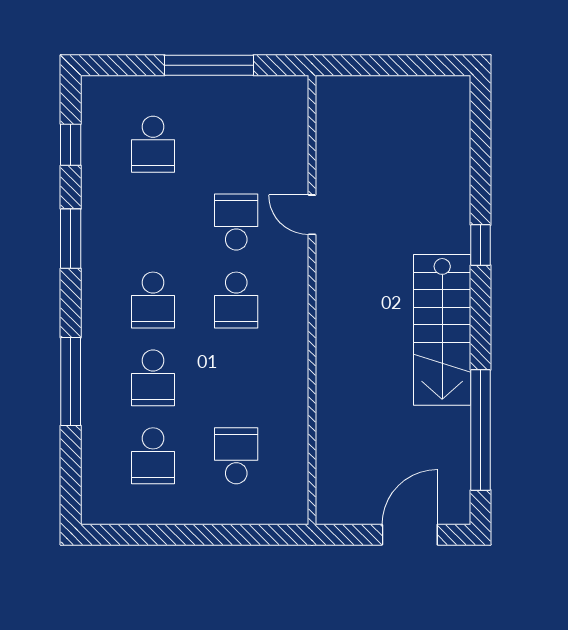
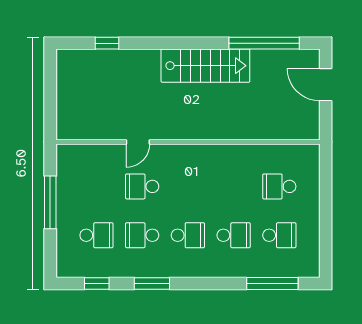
window: (481, 245) -> (107, 43), moved
school desk: (236, 300) -> (142, 235), moved, turned 180
window: (71, 382) -> (272, 284), moved

